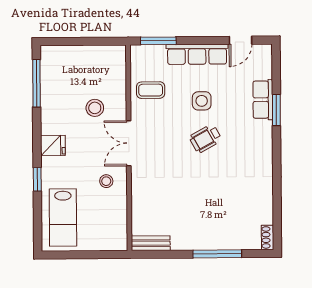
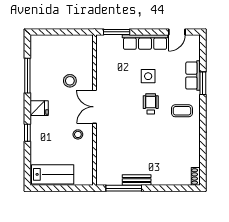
window: (37, 83) -> (27, 76), moved
coffee table: (151, 90) -> (182, 111), moved
wheelchair: (205, 139) -> (151, 104), turned 119
lab bench: (63, 217) -> (53, 174), moved, turned -90
bench: (151, 243) -> (137, 180), moved
window: (217, 254) -> (124, 188), moved

